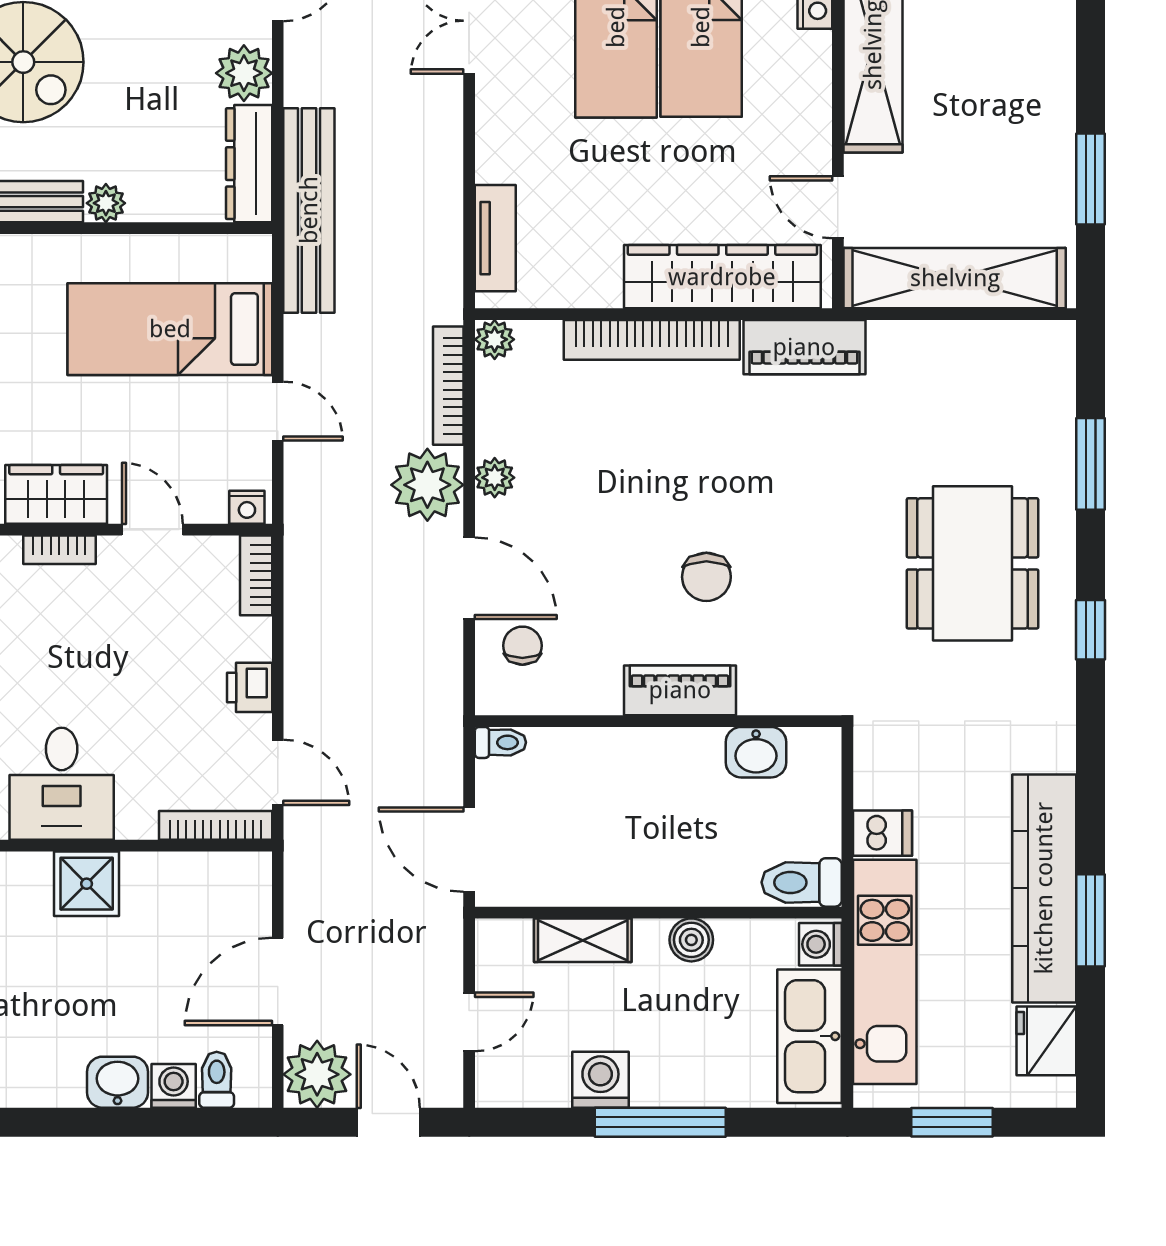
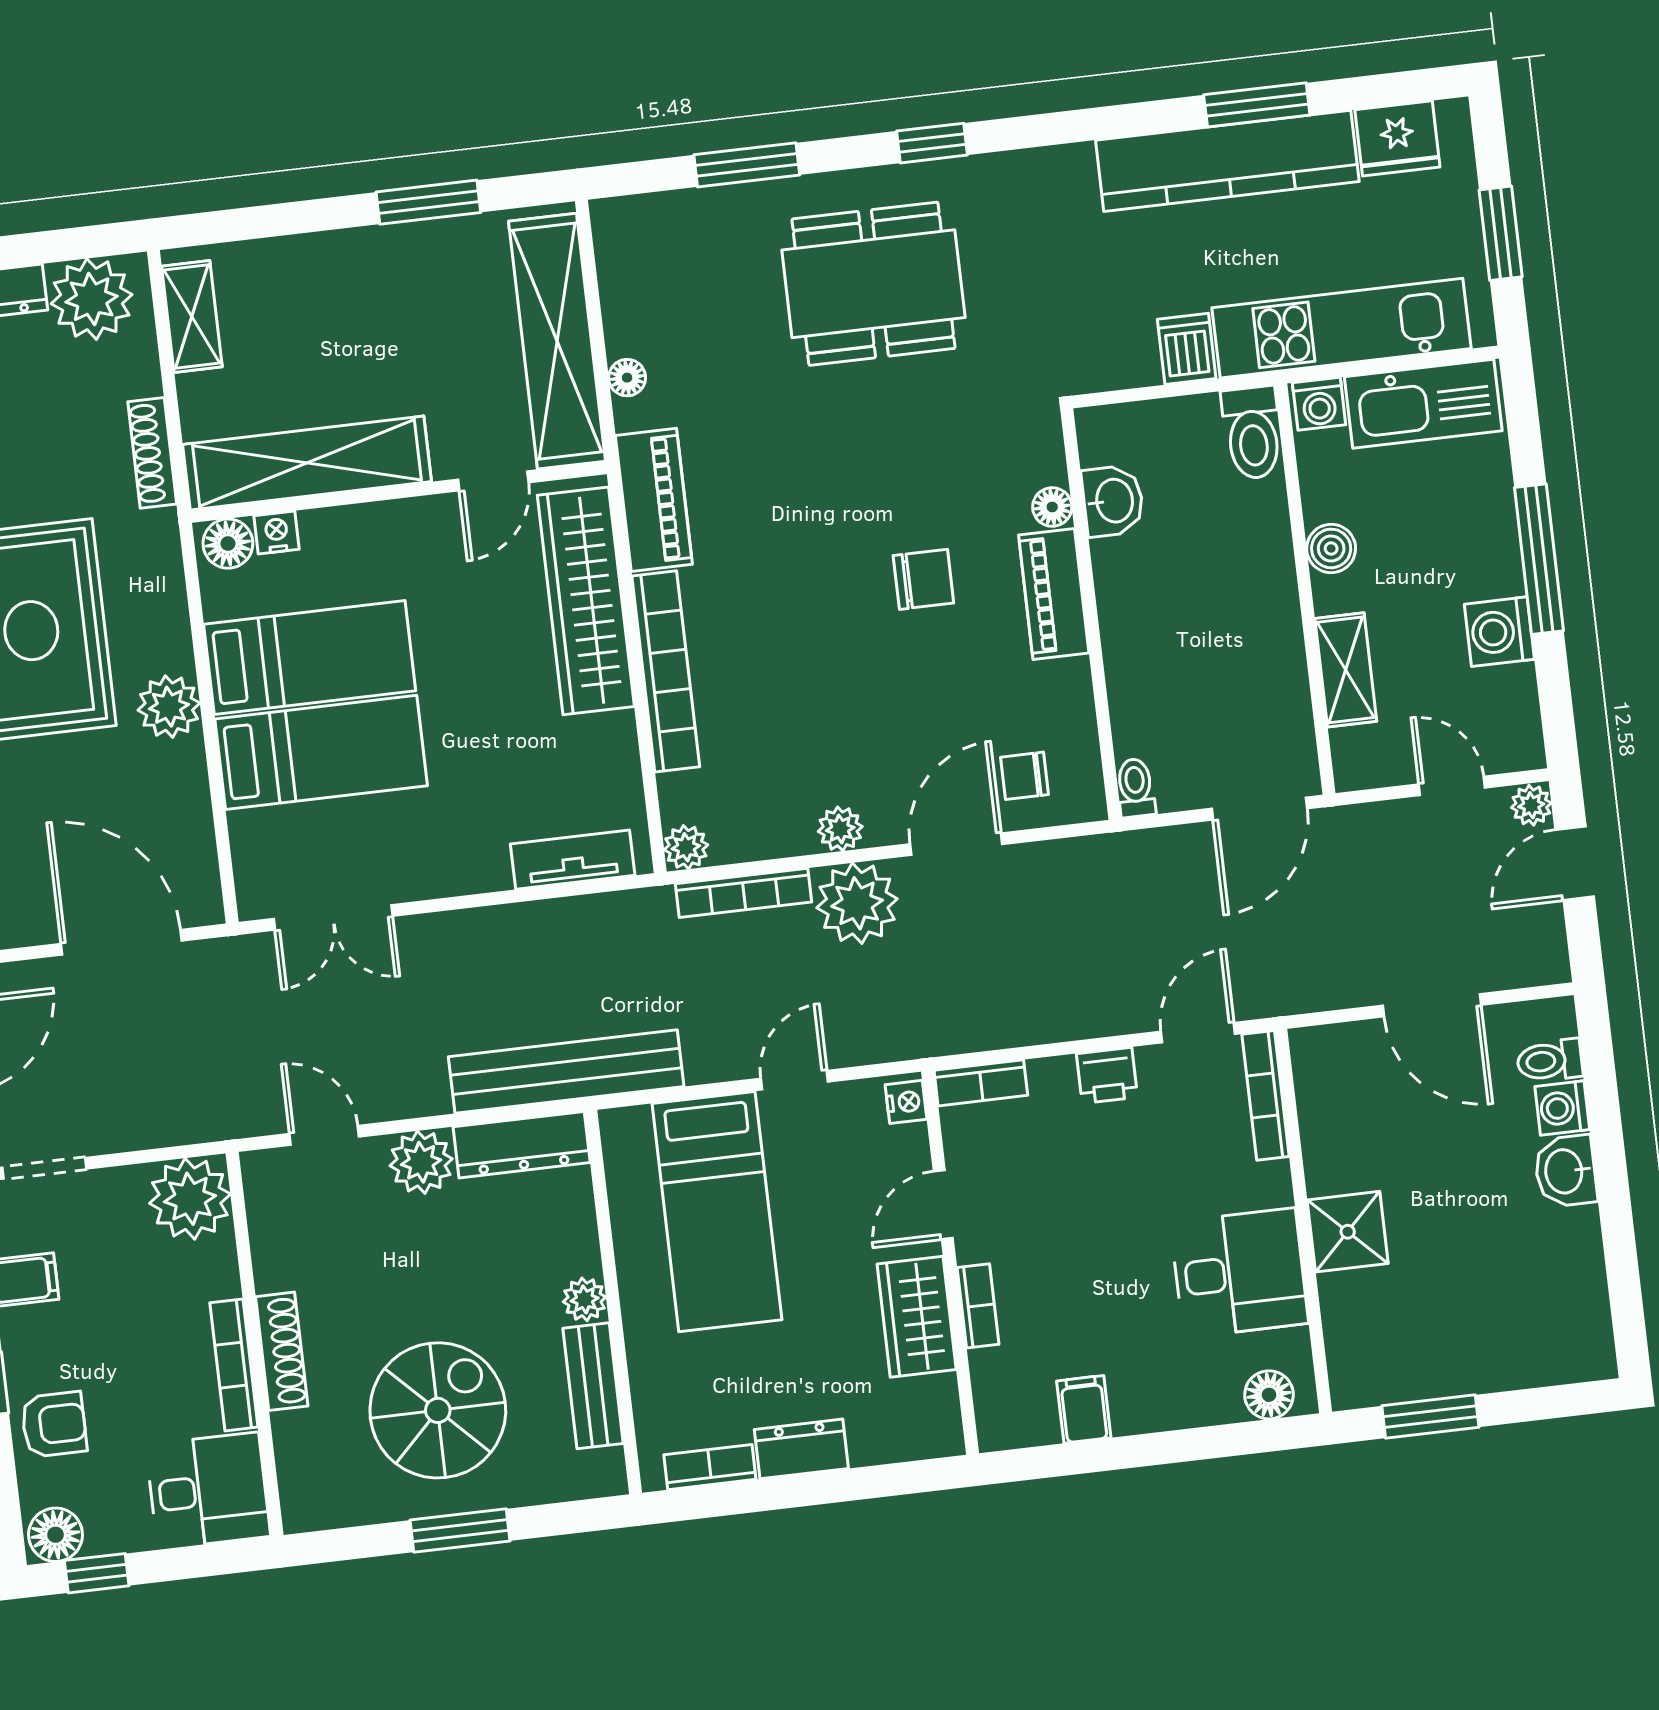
floor lamp: (915, 336) -> (627, 378), added
floor lamp: (757, 698) -> (1052, 507), added
plant: (317, 1074) -> (1531, 805), moved, width x0.53, depth x0.53

